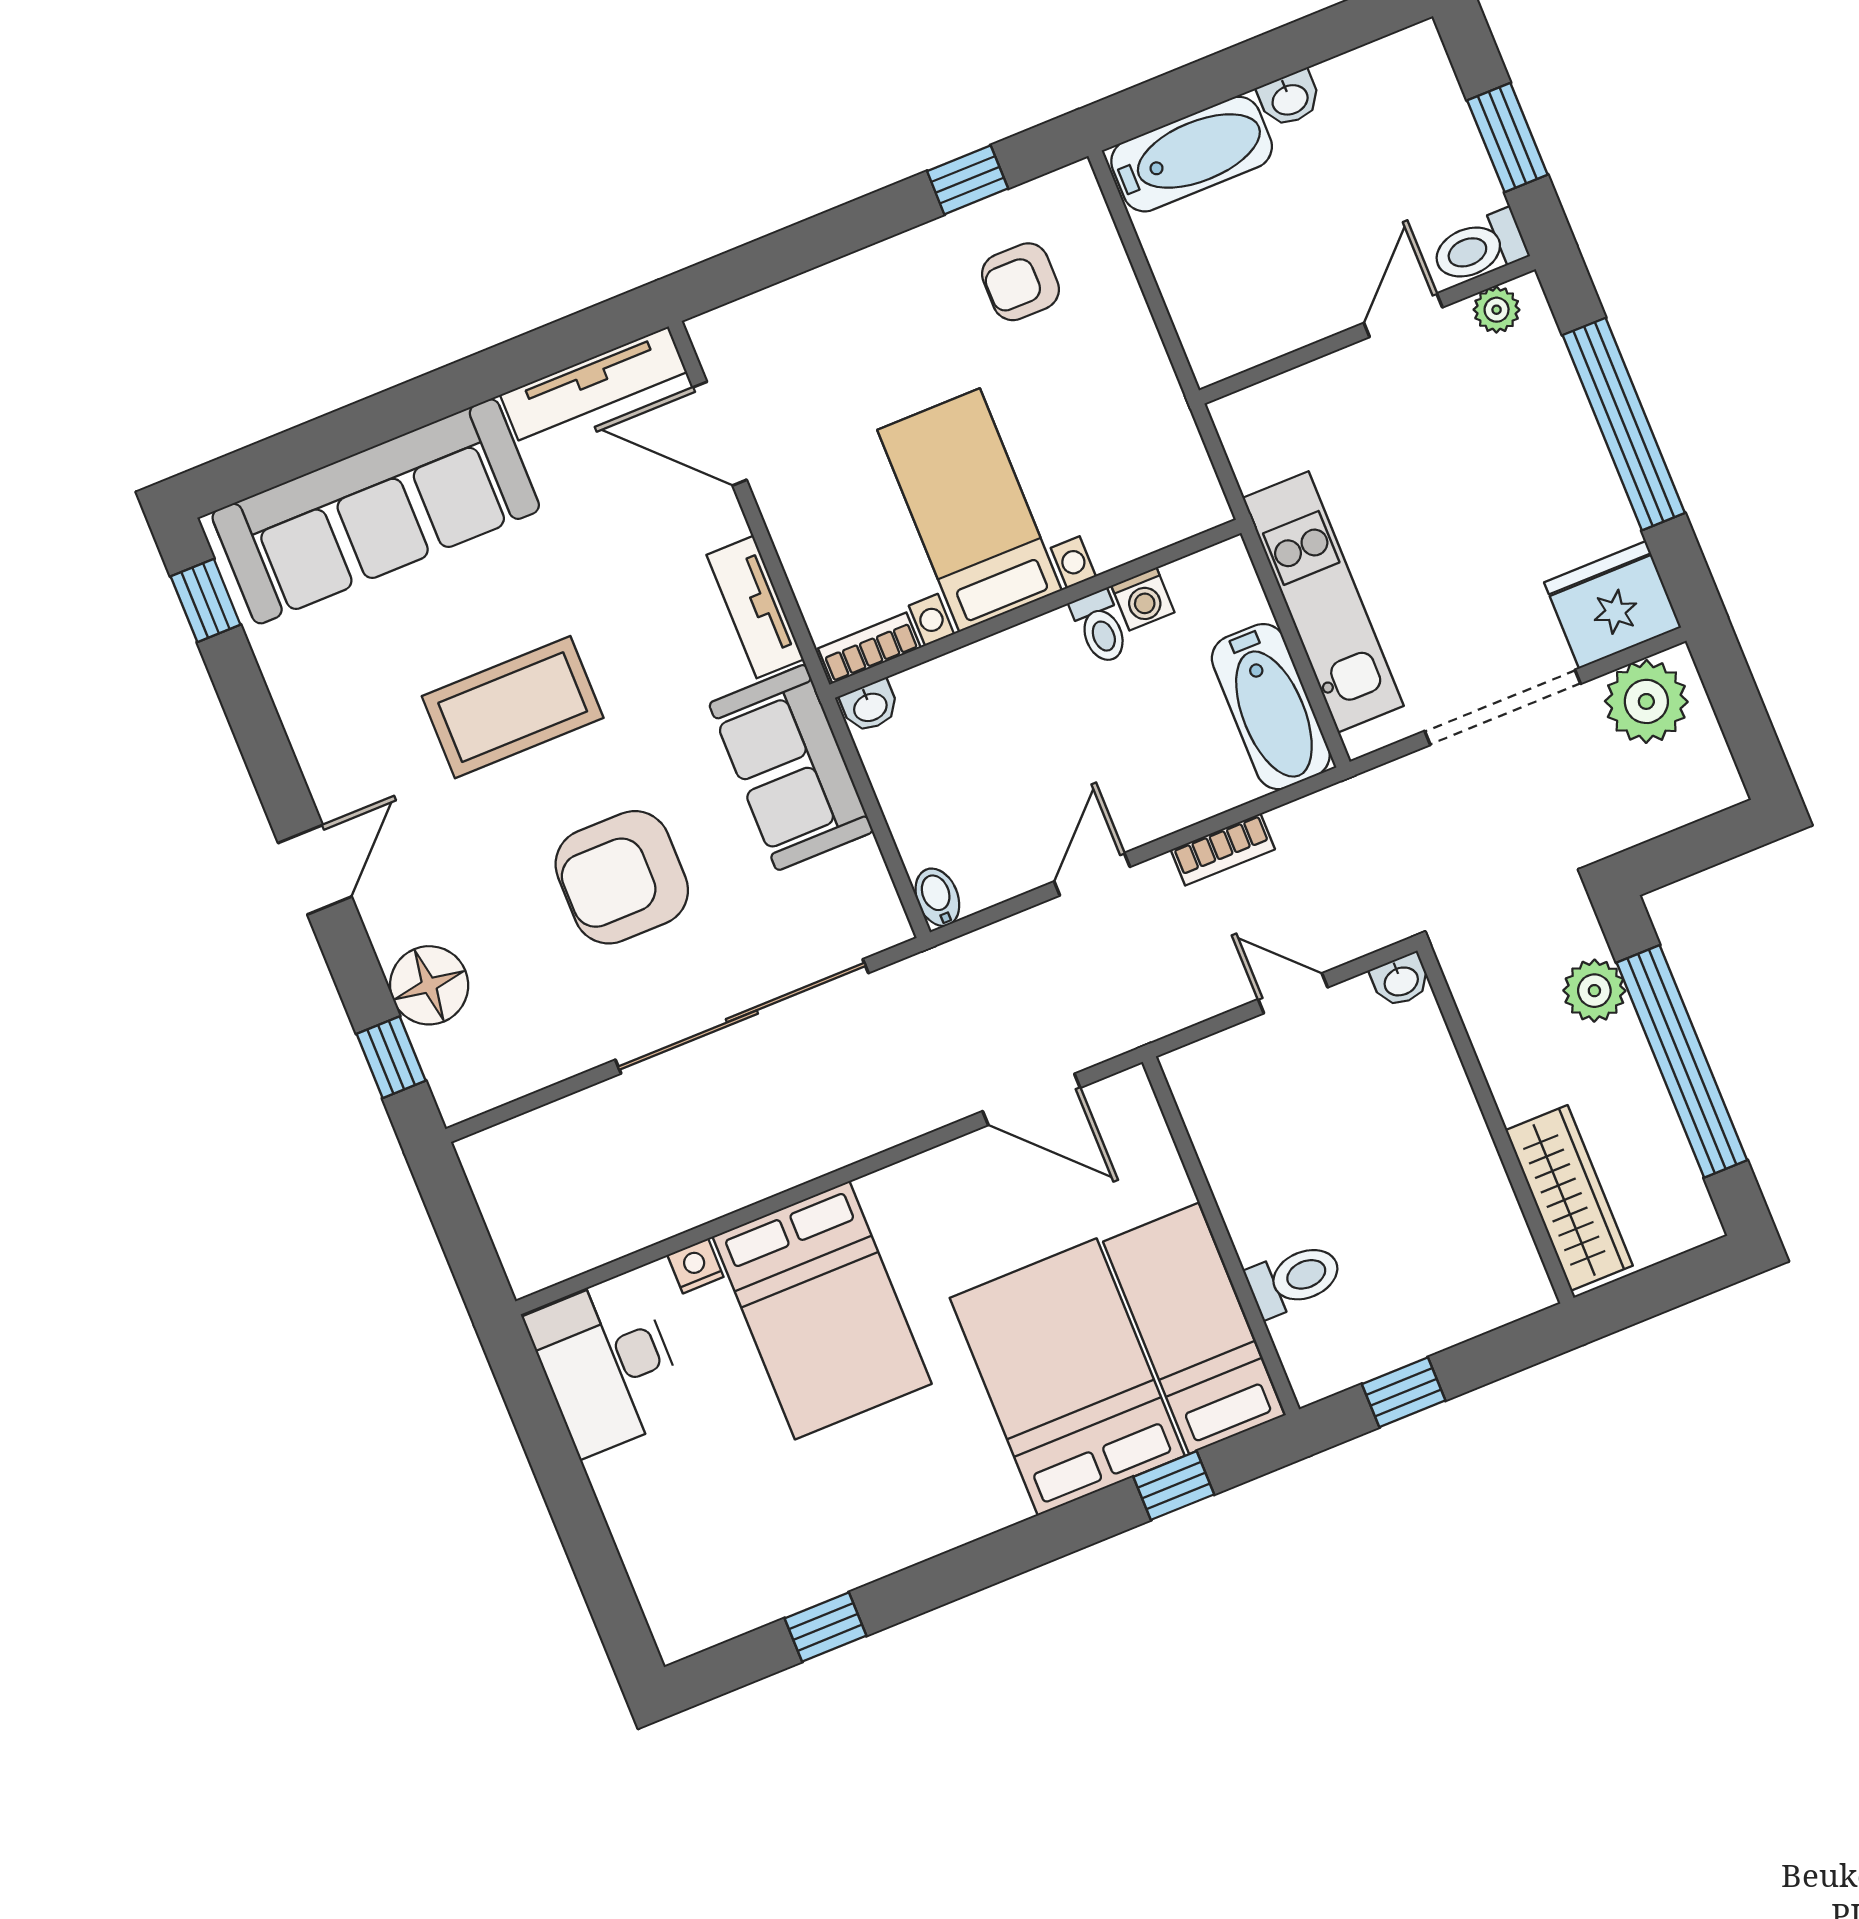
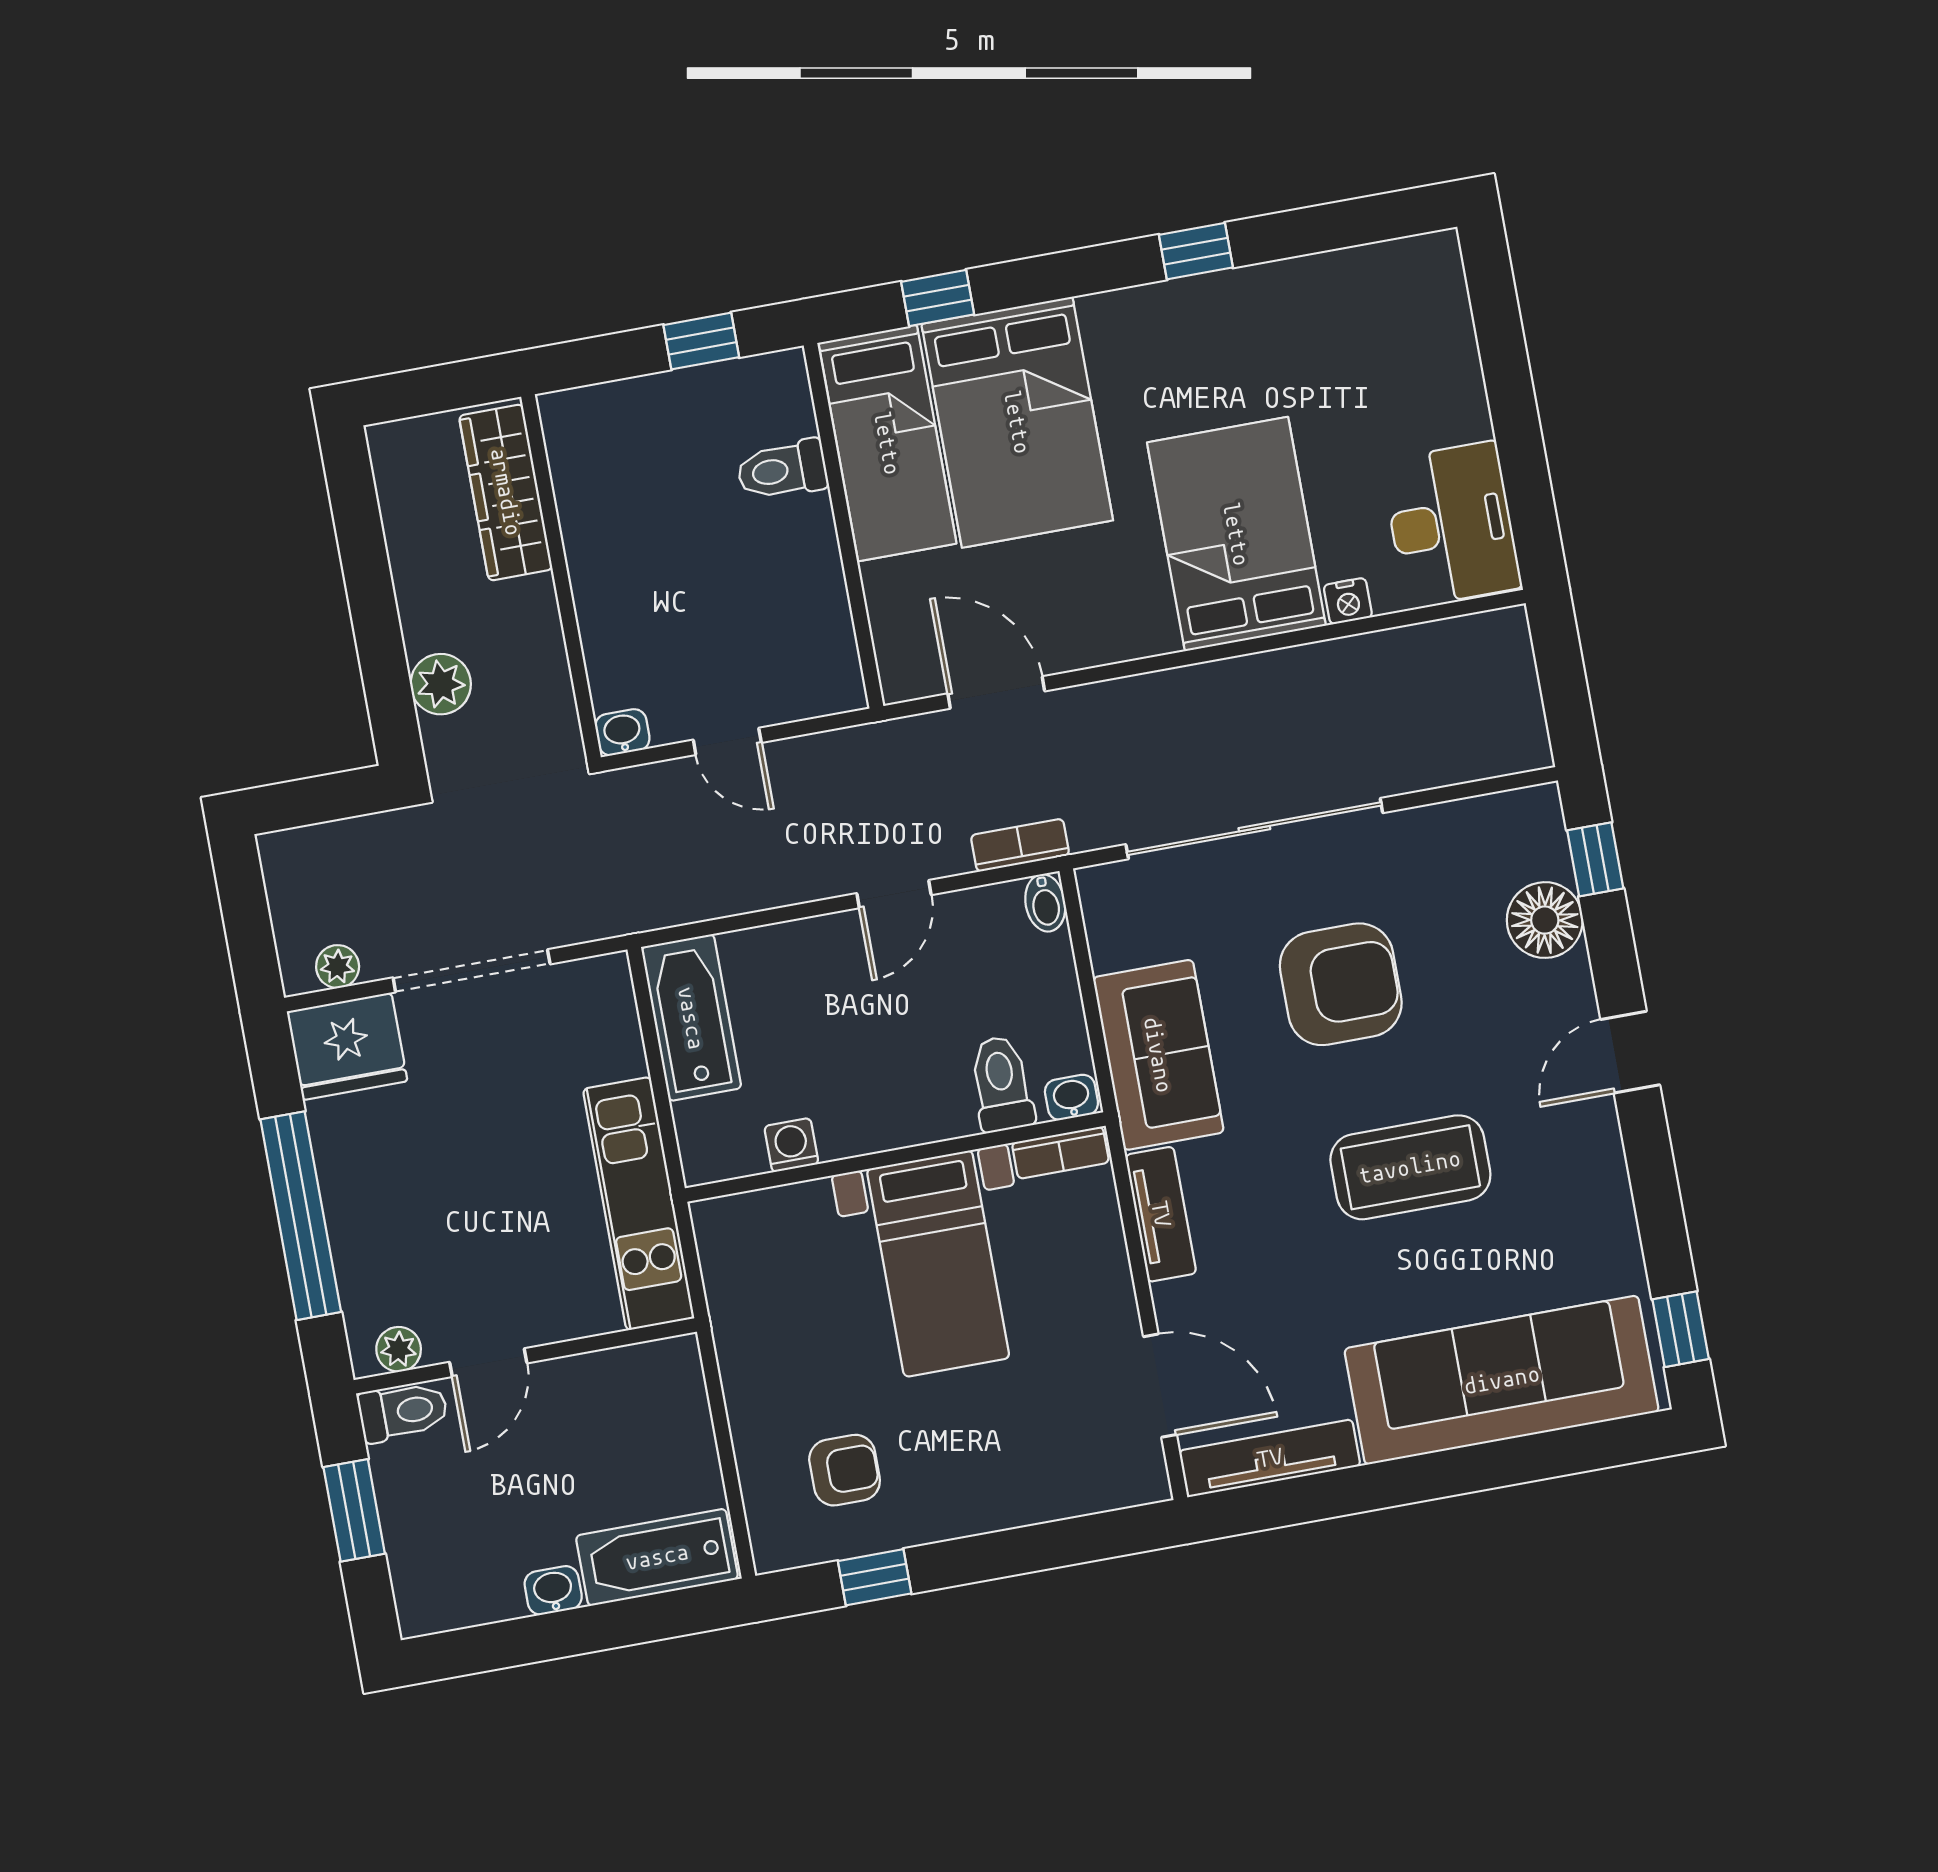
kitchen unit: (1323, 602) -> (639, 1204), moved
toilet: (1100, 627) -> (1002, 1084), moved, width x1.37, depth x1.39
plant: (1646, 701) -> (338, 967), width x0.53, depth x0.53
bookcase: (1223, 850) -> (1020, 845), moved
window: (1682, 1061) -> (372, 600), removed
window: (826, 1627) -> (1196, 251), moved

